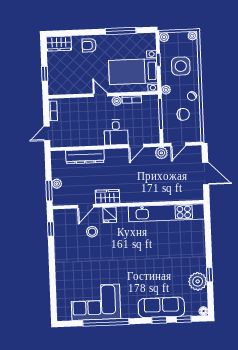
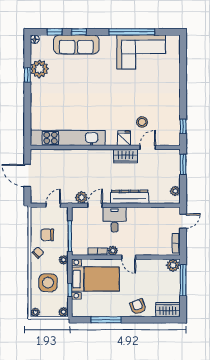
armchair: (89, 45) -> (138, 307), turned -110
window: (45, 74) -> (183, 280), width x2.17
plant: (55, 88) -> (173, 265), added
plant: (161, 153) -> (81, 197), moved
dresser: (85, 157) -> (130, 197), moved
plant: (57, 184) -> (175, 191), moved

